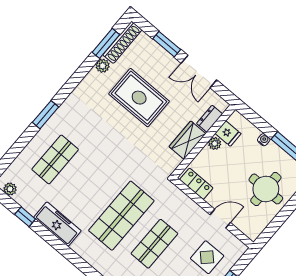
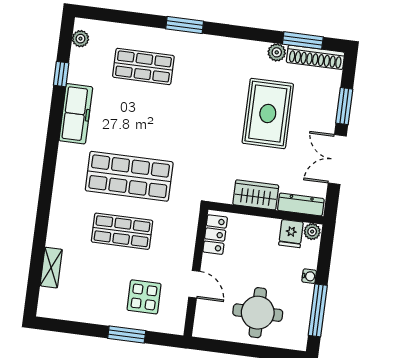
dresser: (210, 119) -> (301, 204), width x1.44
plant: (215, 143) -> (312, 232), moved

